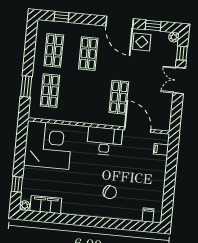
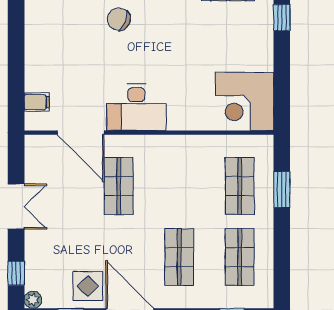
double door: (179, 81) -> (16, 207), moved
corner desk: (48, 145) -> (245, 101), width x0.74, depth x0.74

